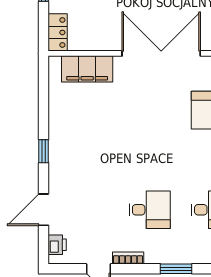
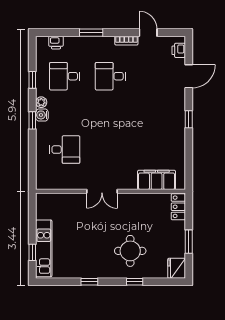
double door: (161, 53) -> (102, 191), width x0.54

